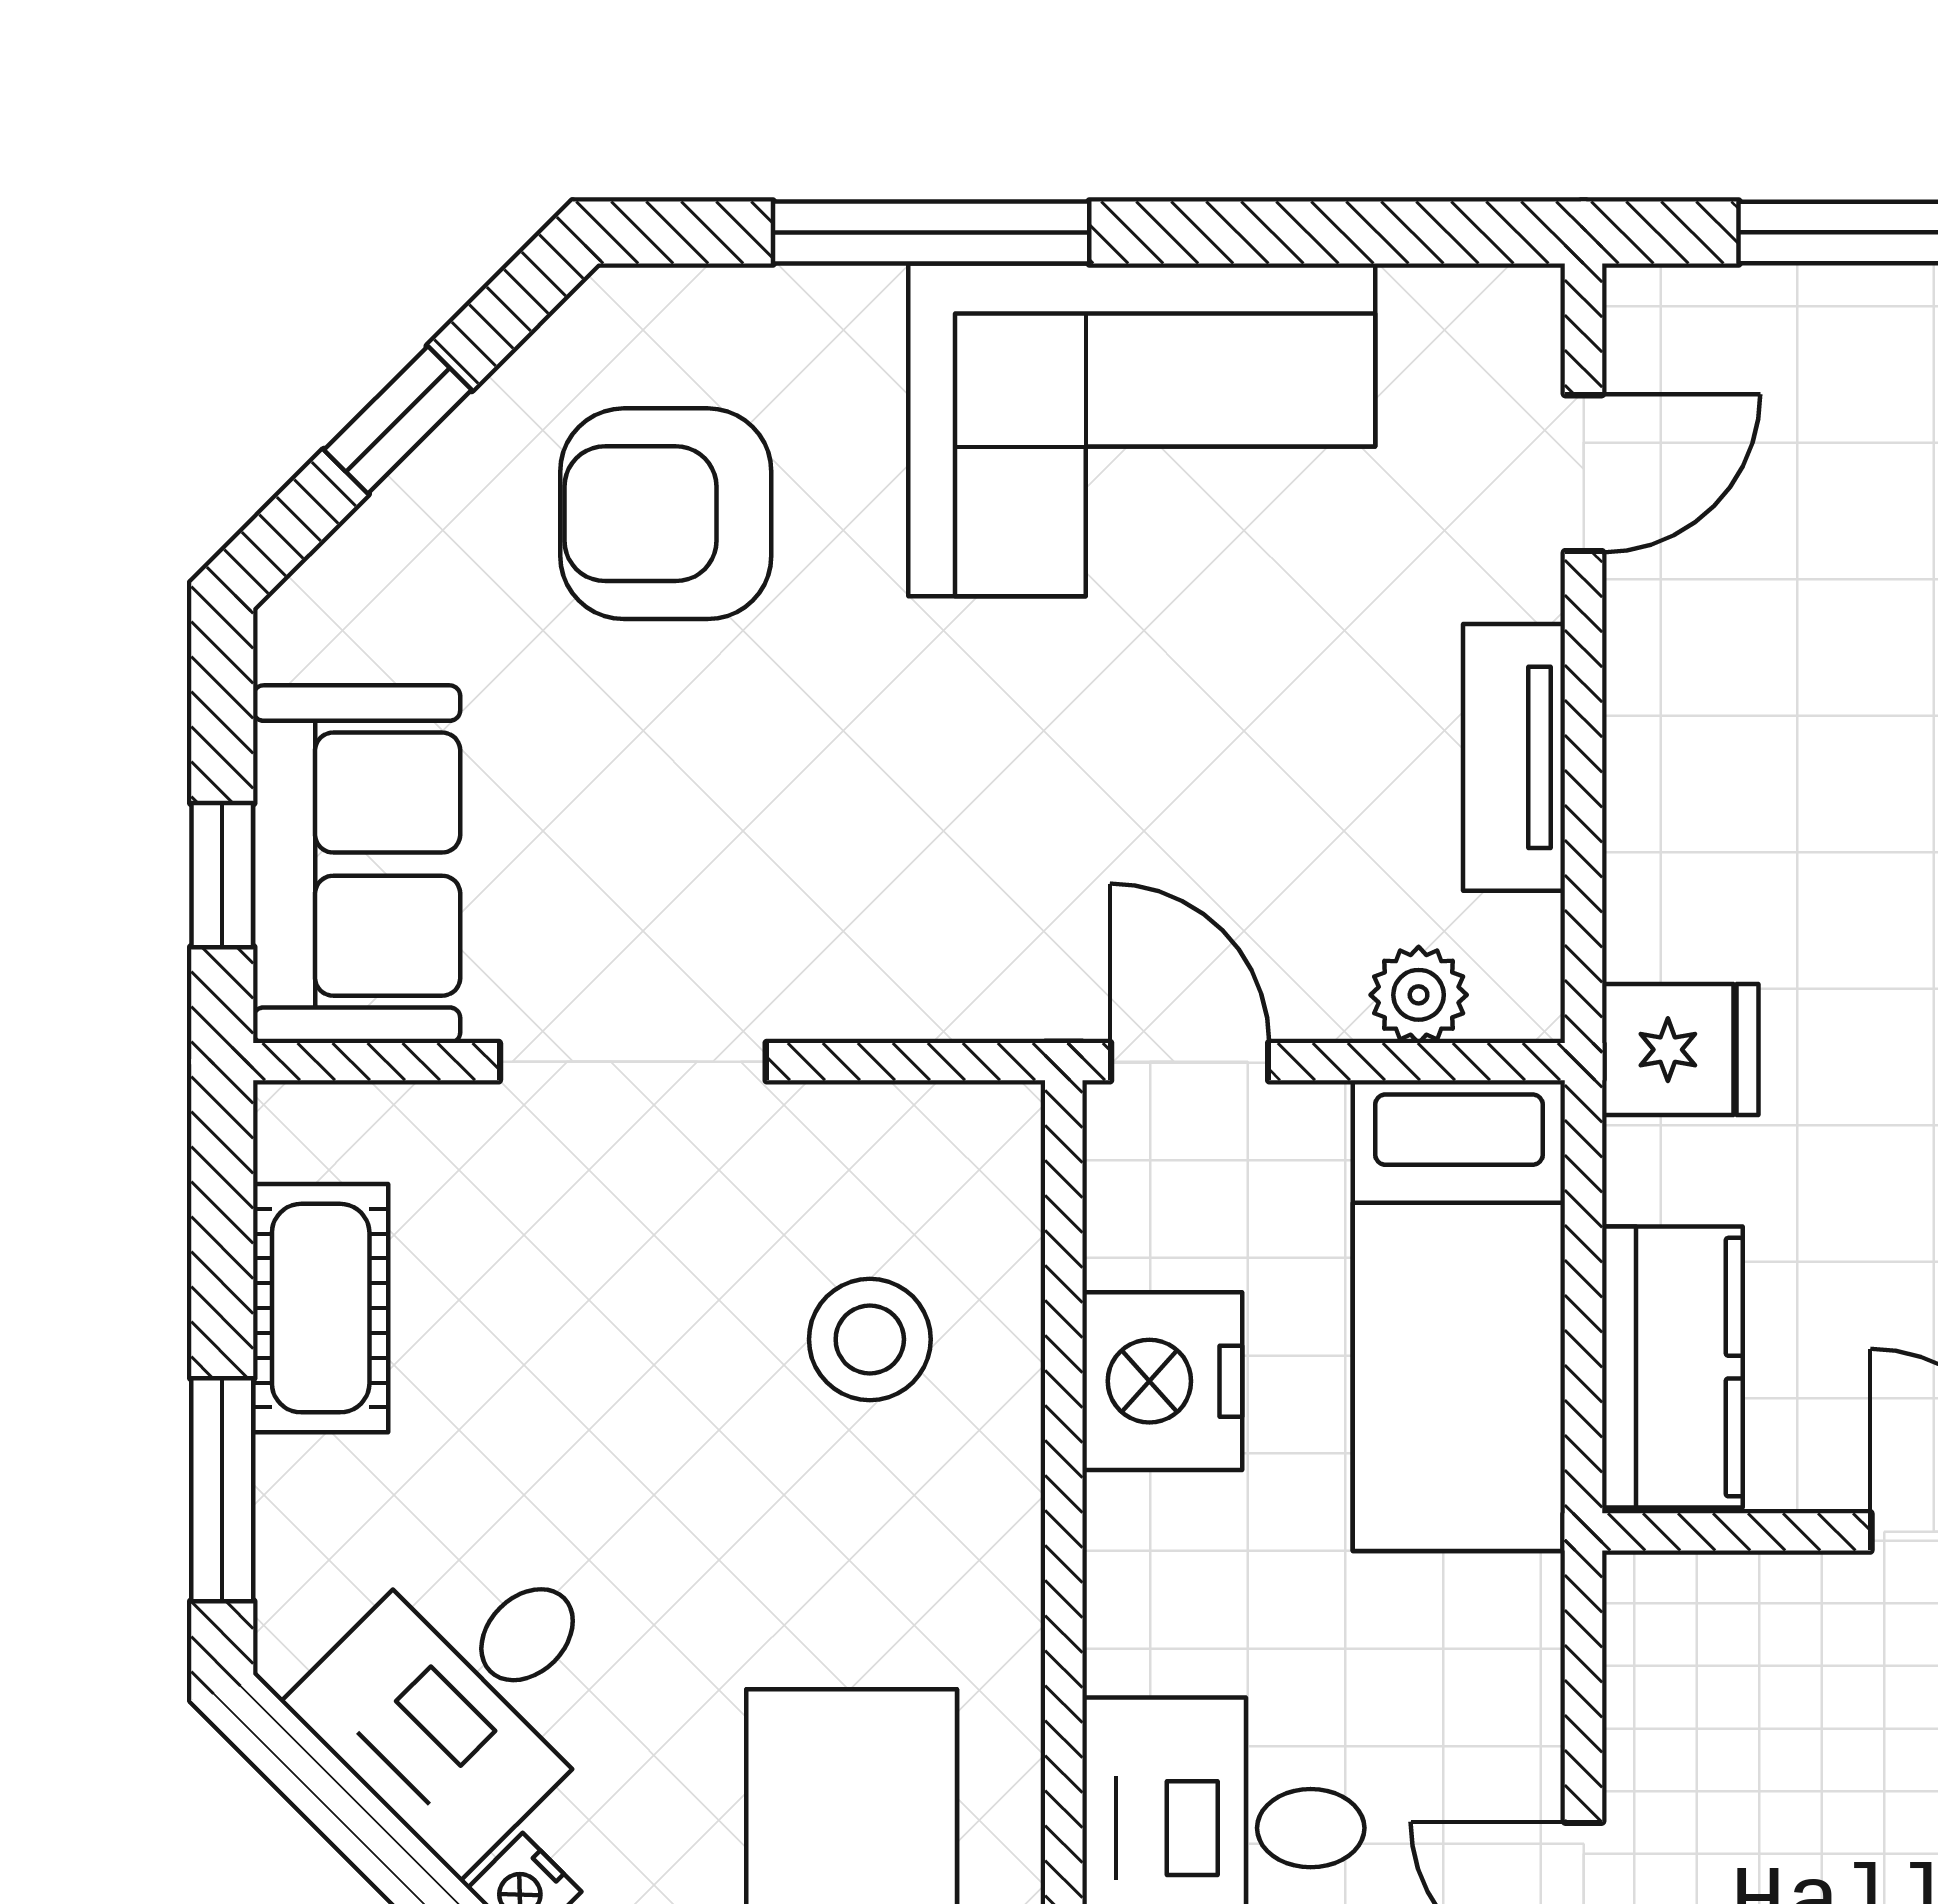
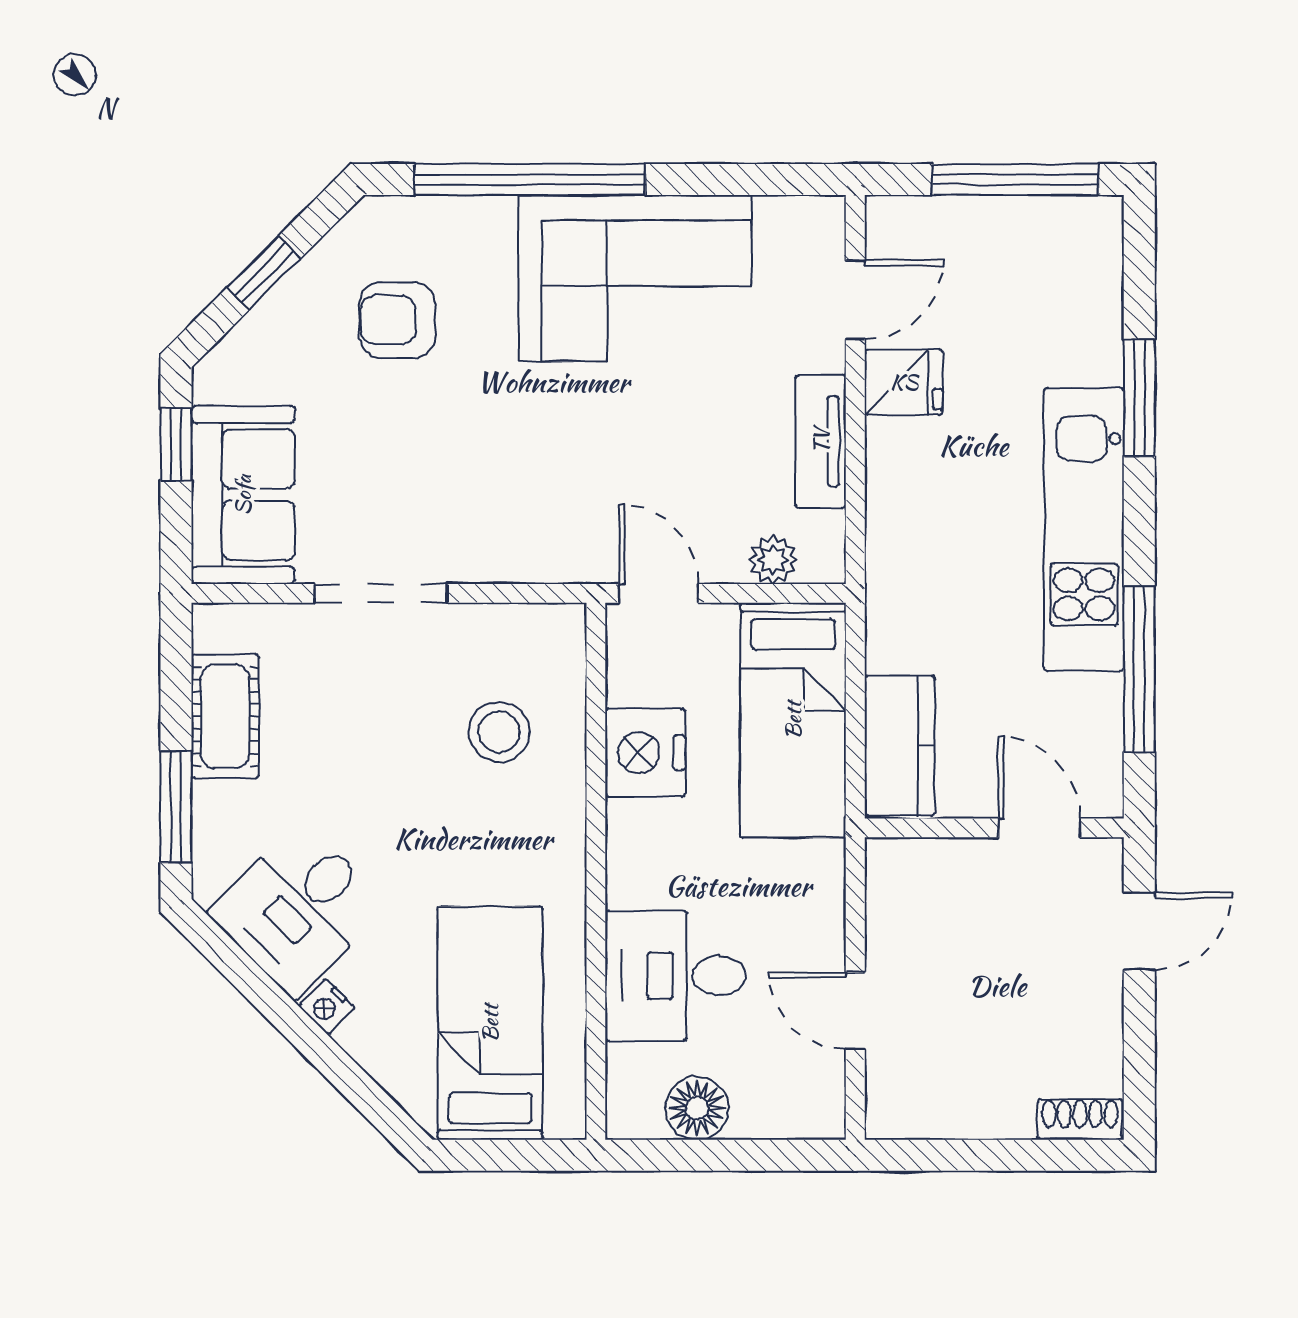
window: (931, 232) -> (530, 180), width x1.46
armchair: (666, 514) -> (397, 320), width x0.72, depth x0.72
window: (222, 875) -> (176, 444), moved
fridge: (1680, 1050) -> (904, 382), moved

